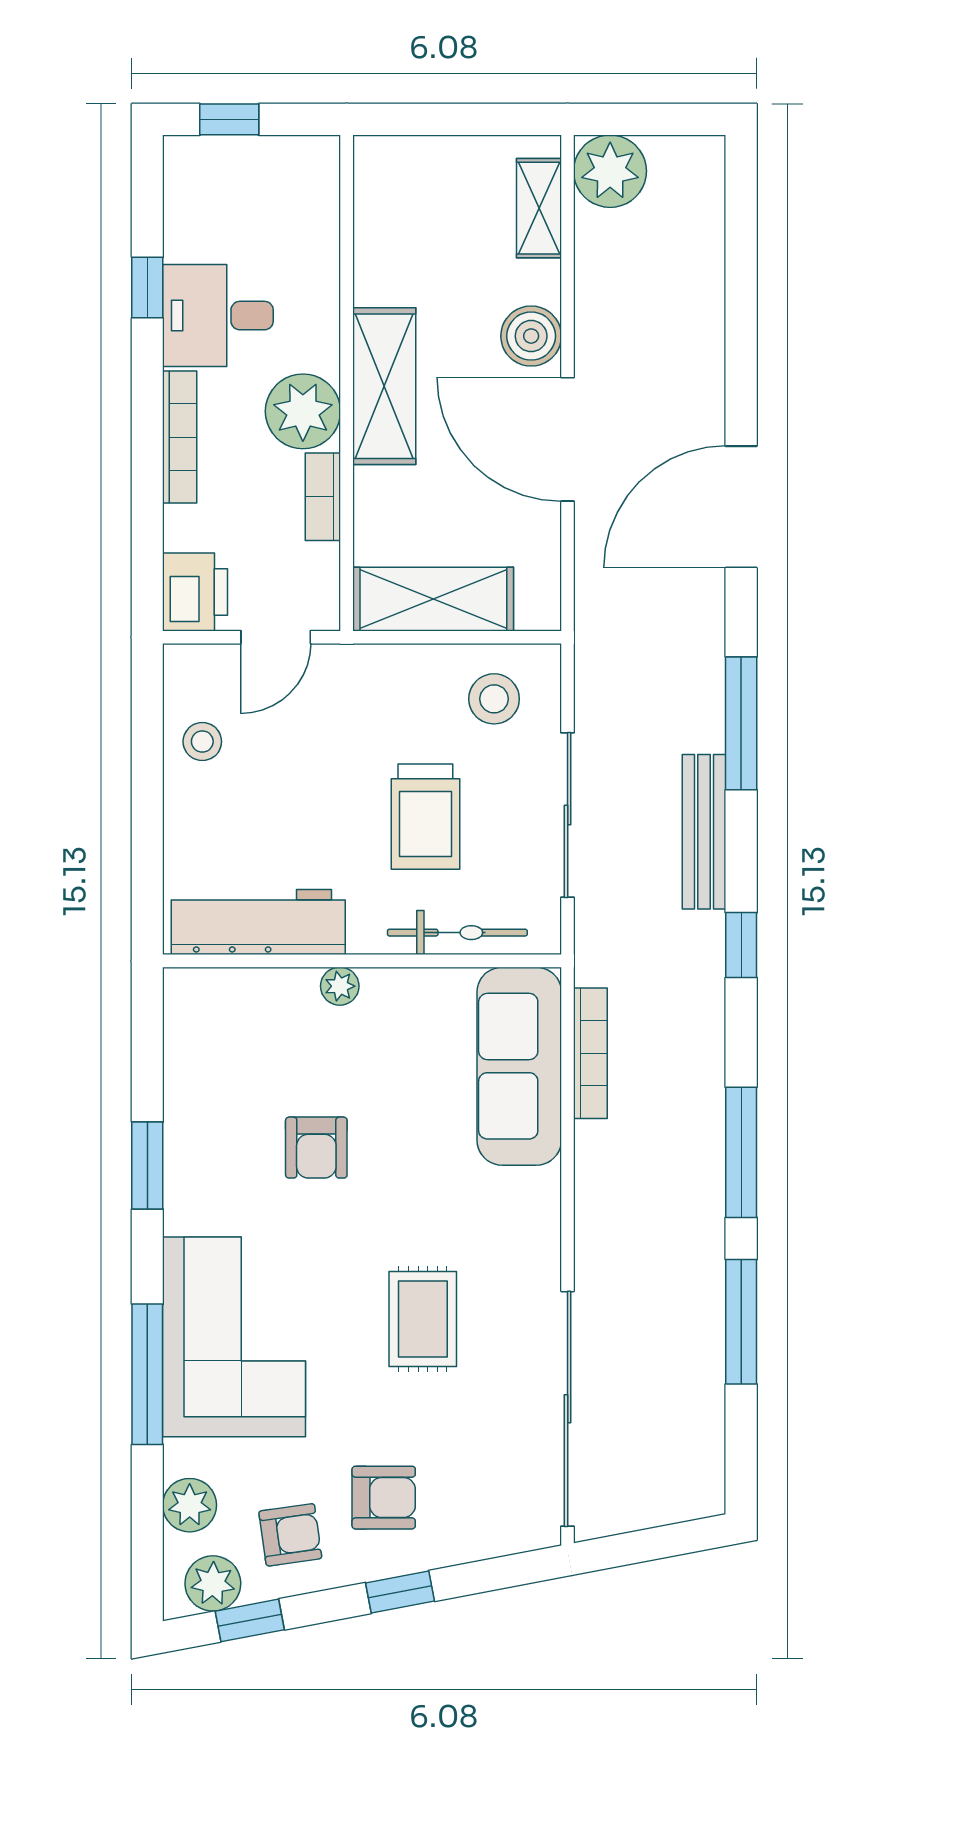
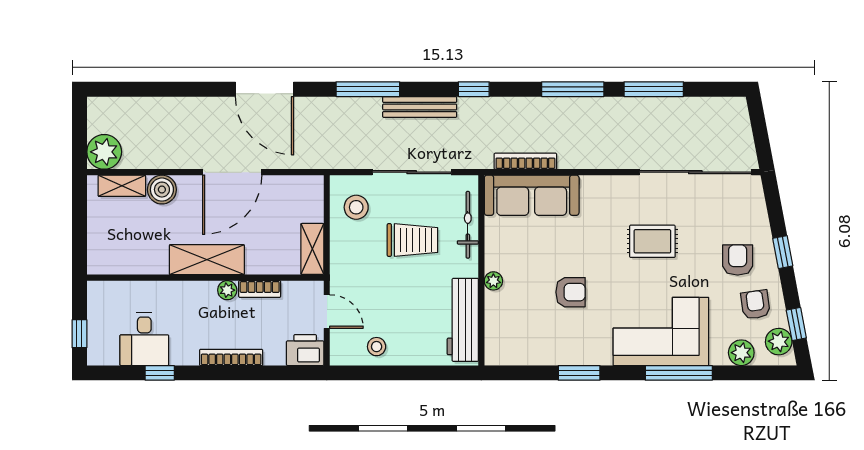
desk: (218, 316) -> (144, 339), moved
boiler: (531, 336) -> (162, 190), moved
plant: (303, 411) -> (227, 290), width x0.53, depth x0.53
shelving: (433, 599) -> (312, 249), width x0.67, depth x0.75

